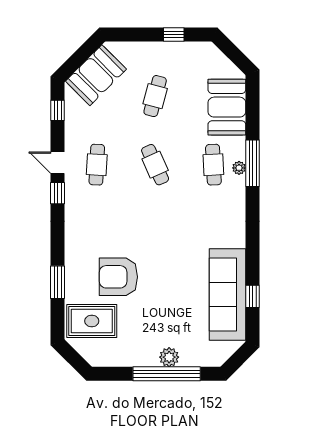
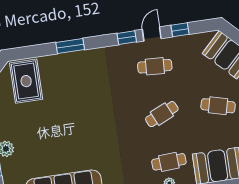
window: (58, 110) -> (180, 30), moved
armchair: (118, 277) -> (66, 98), removed
window: (58, 282) -> (70, 46), moved

